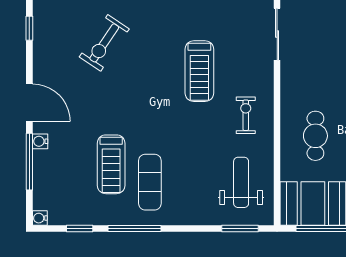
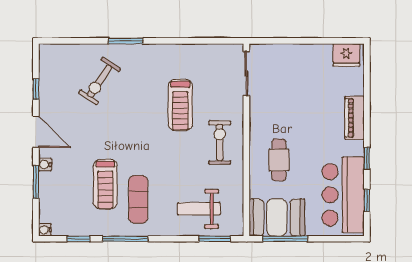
window: (29, 28) -> (36, 89), moved
exercise bike: (246, 115) -> (220, 143), width x1.38, depth x1.39
window: (29, 162) -> (36, 182), width x0.69
weight bench: (241, 182) -> (199, 209), moved, turned -90

